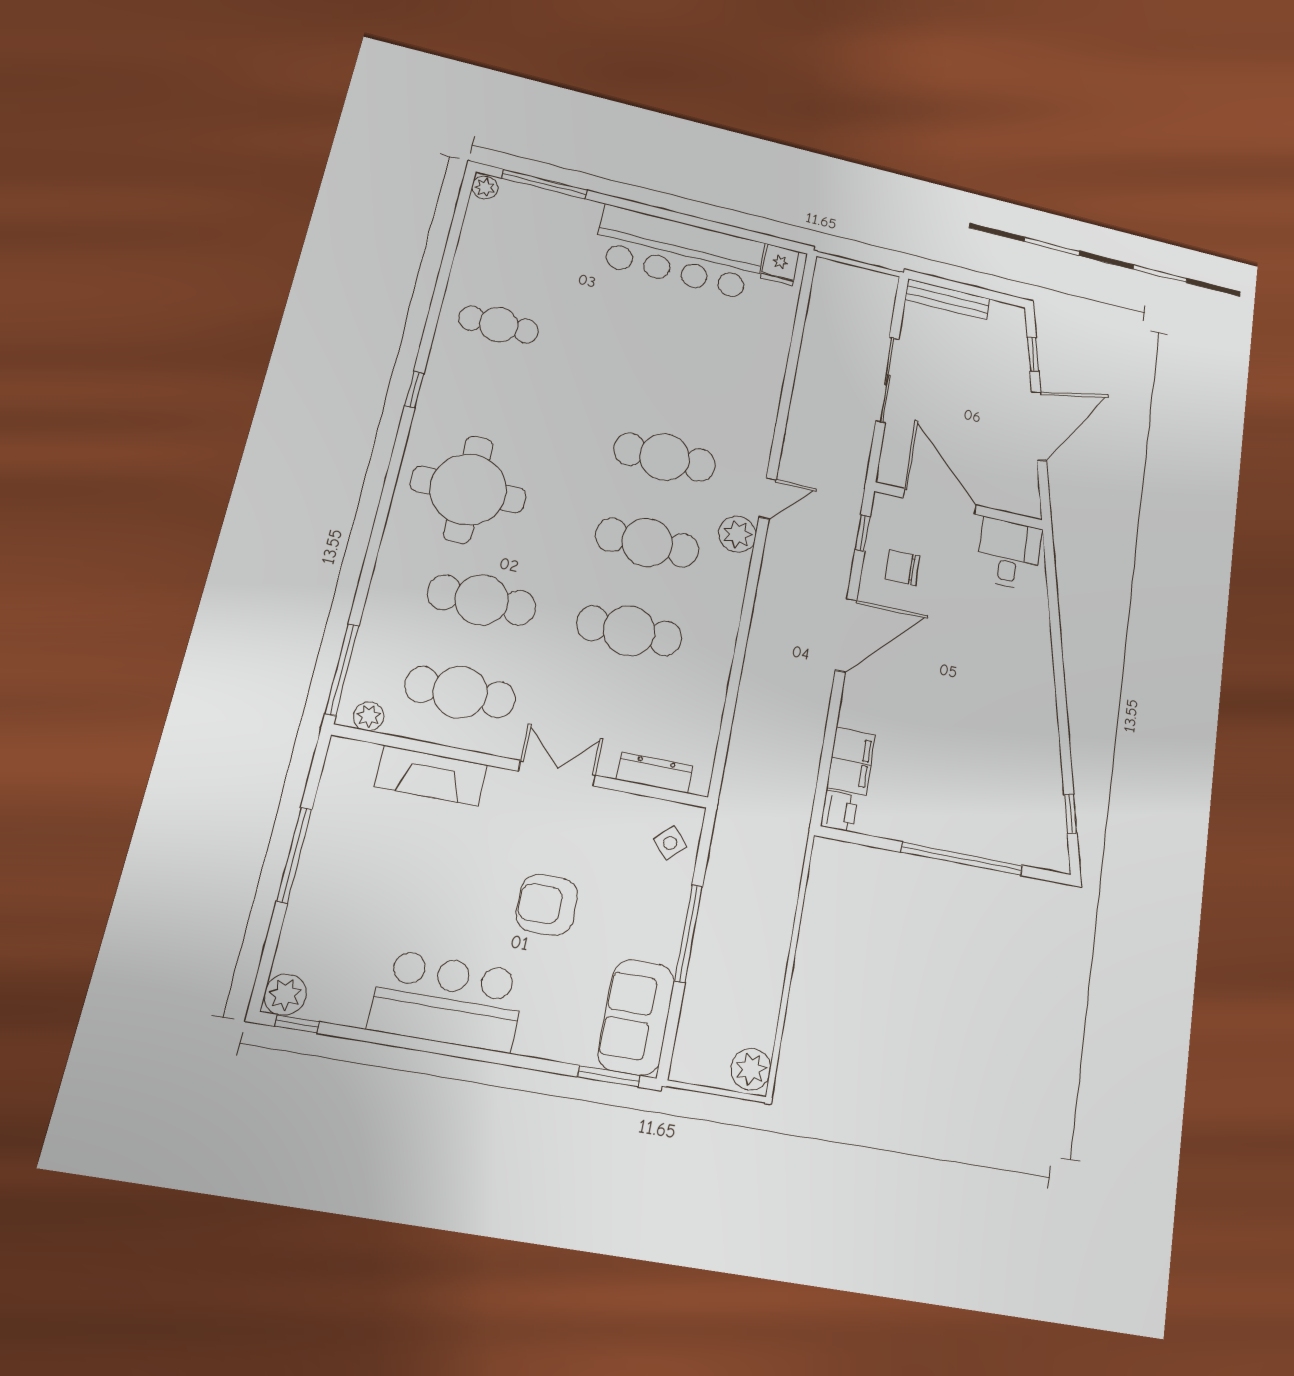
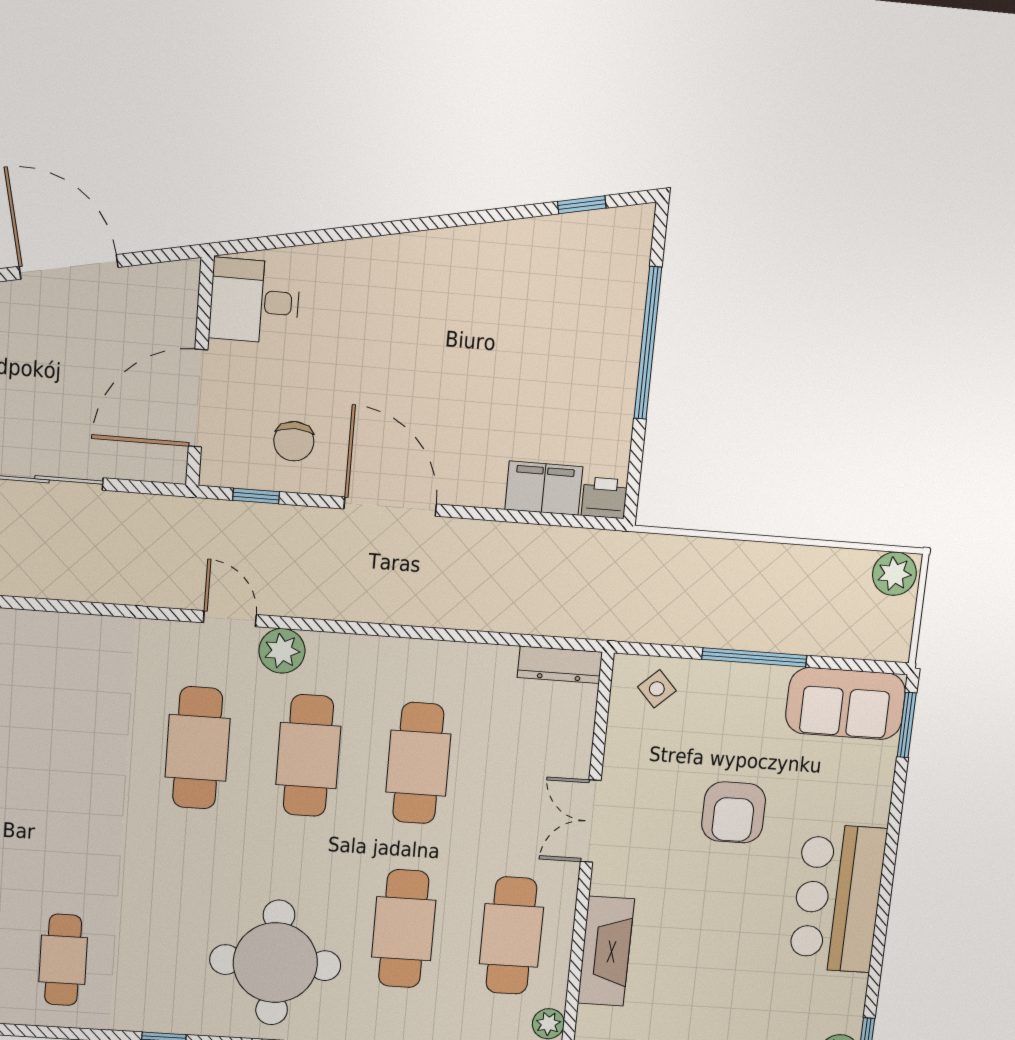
dresser: (655, 773) -> (560, 665), moved, turned -90

